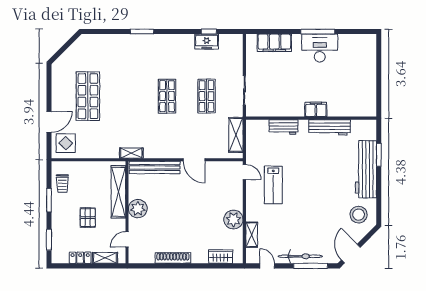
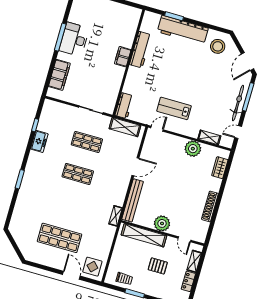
freezer: (207, 42) -> (39, 141), moved
workbench: (283, 127) -> (124, 106), moved
lab bench: (273, 185) -> (174, 108), turned 180
door: (351, 254) -> (247, 62), hinge flipped

